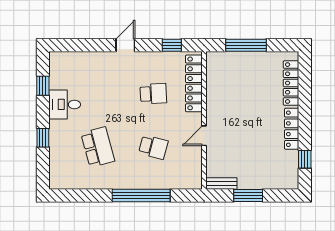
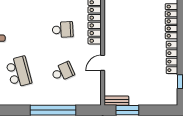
school desk: (153, 147) -> (63, 72), turned -39
window: (248, 195) -> (127, 110), moved

